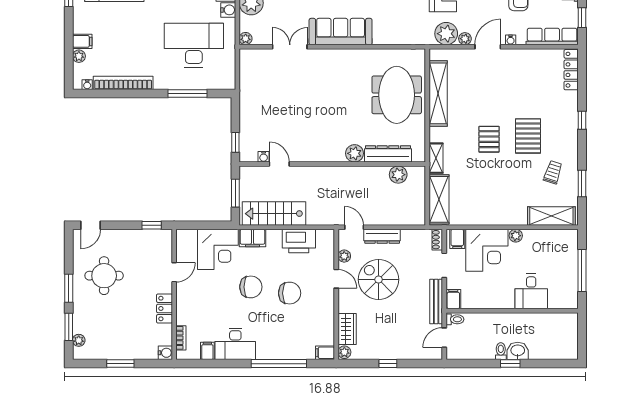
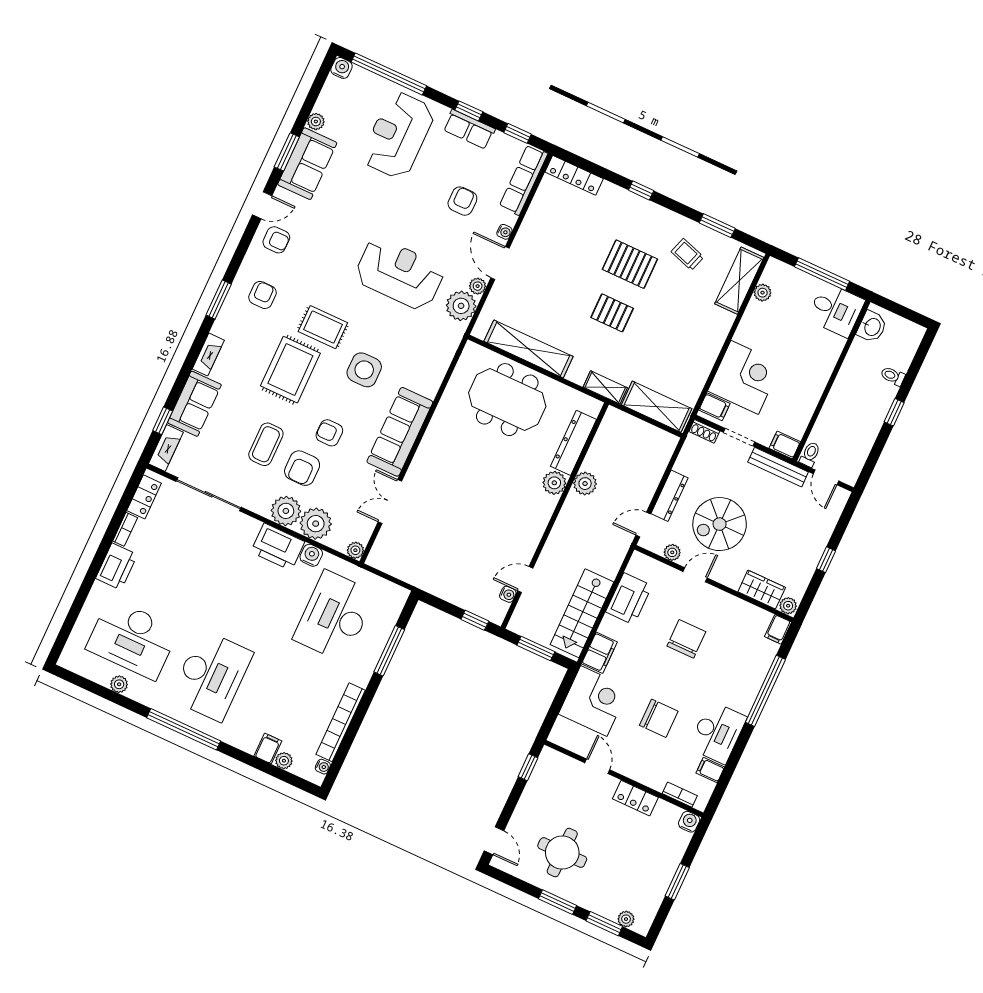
plant: (398, 175) -> (585, 484), moved
plant: (516, 236) -> (763, 293), moved
chair: (251, 287) -> (659, 718), moved, turned 90
desk: (531, 291) -> (836, 310), moved
toilet: (501, 351) -> (893, 376), moved
washbasin: (518, 351) -> (872, 327), moved, turned 180

